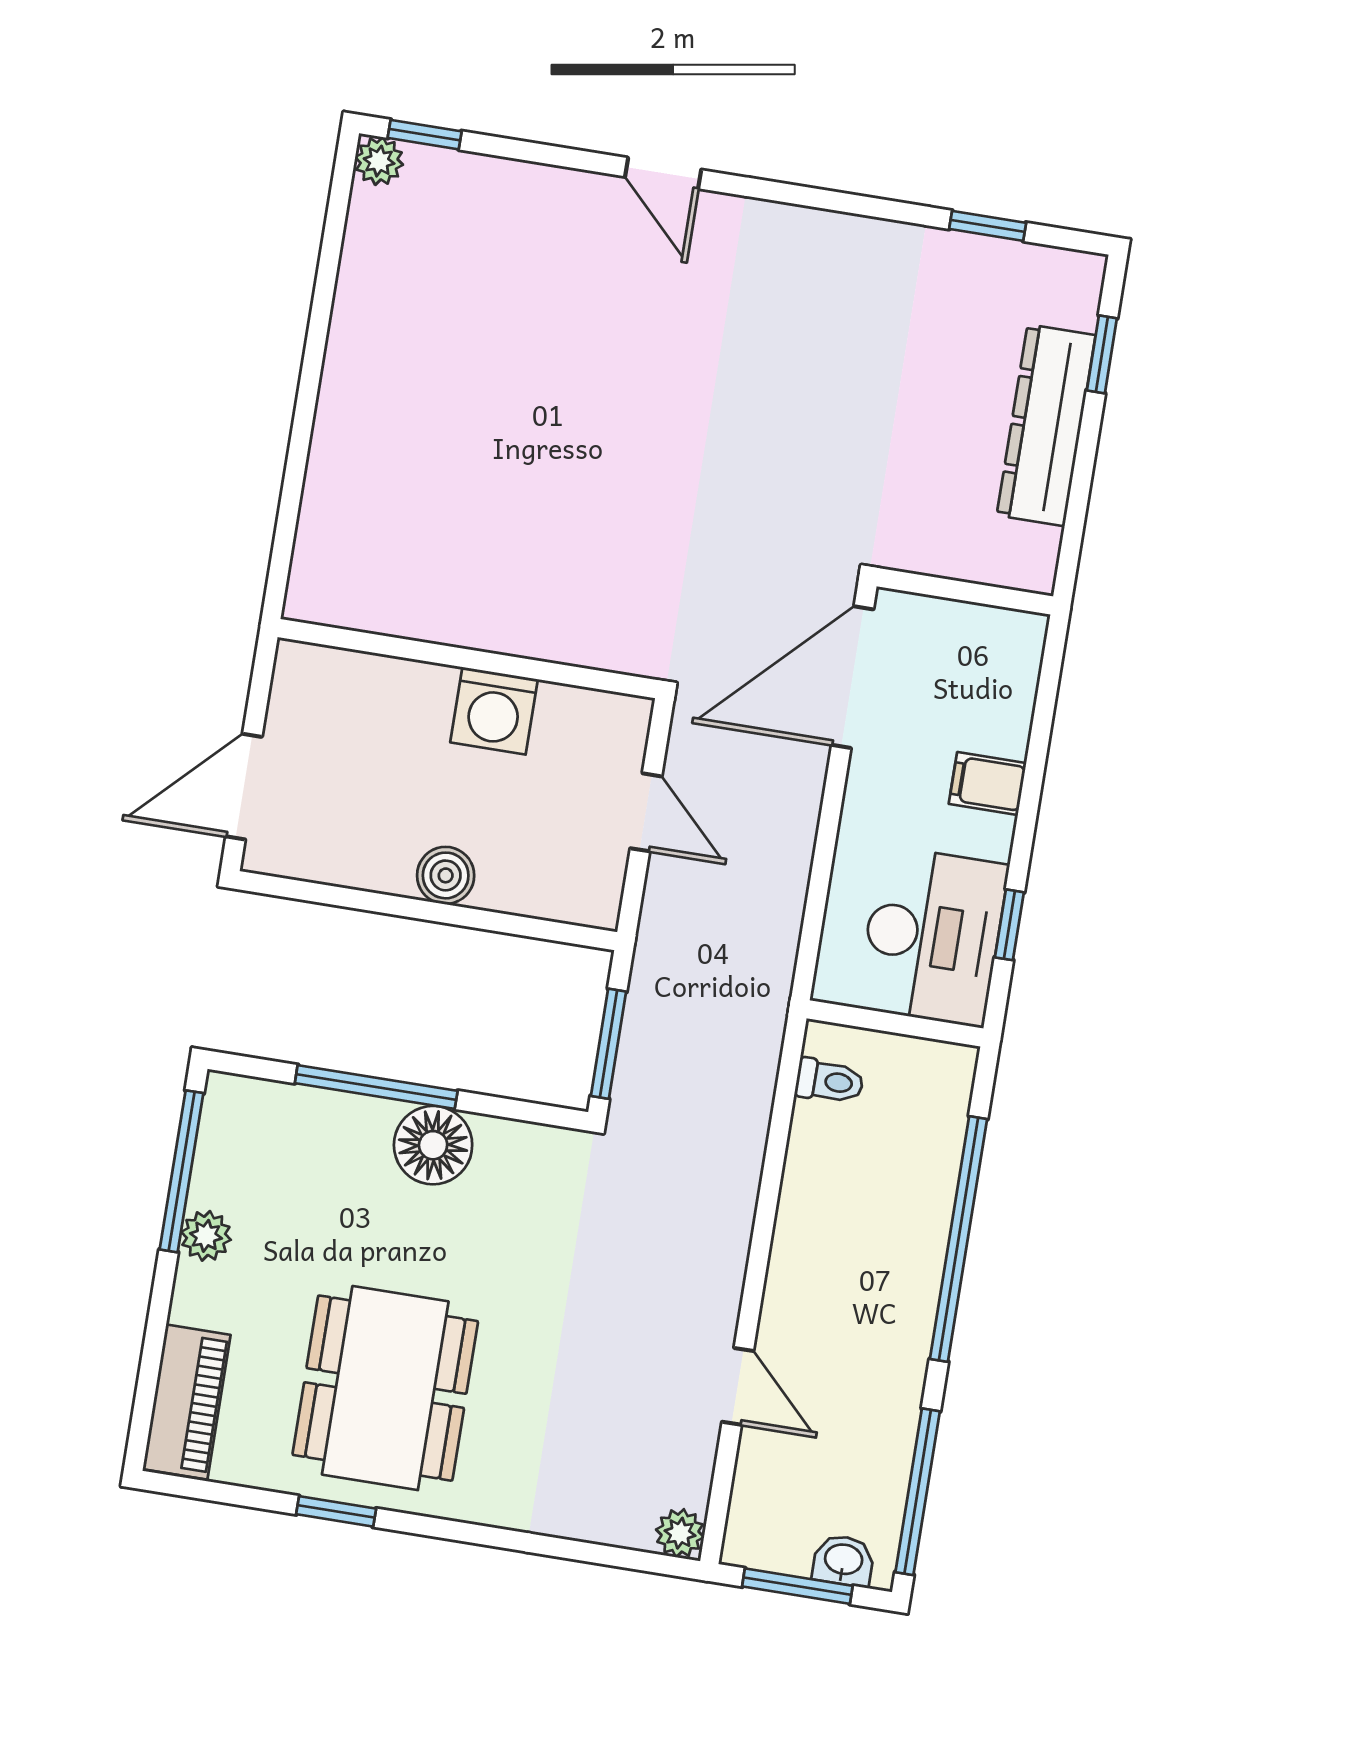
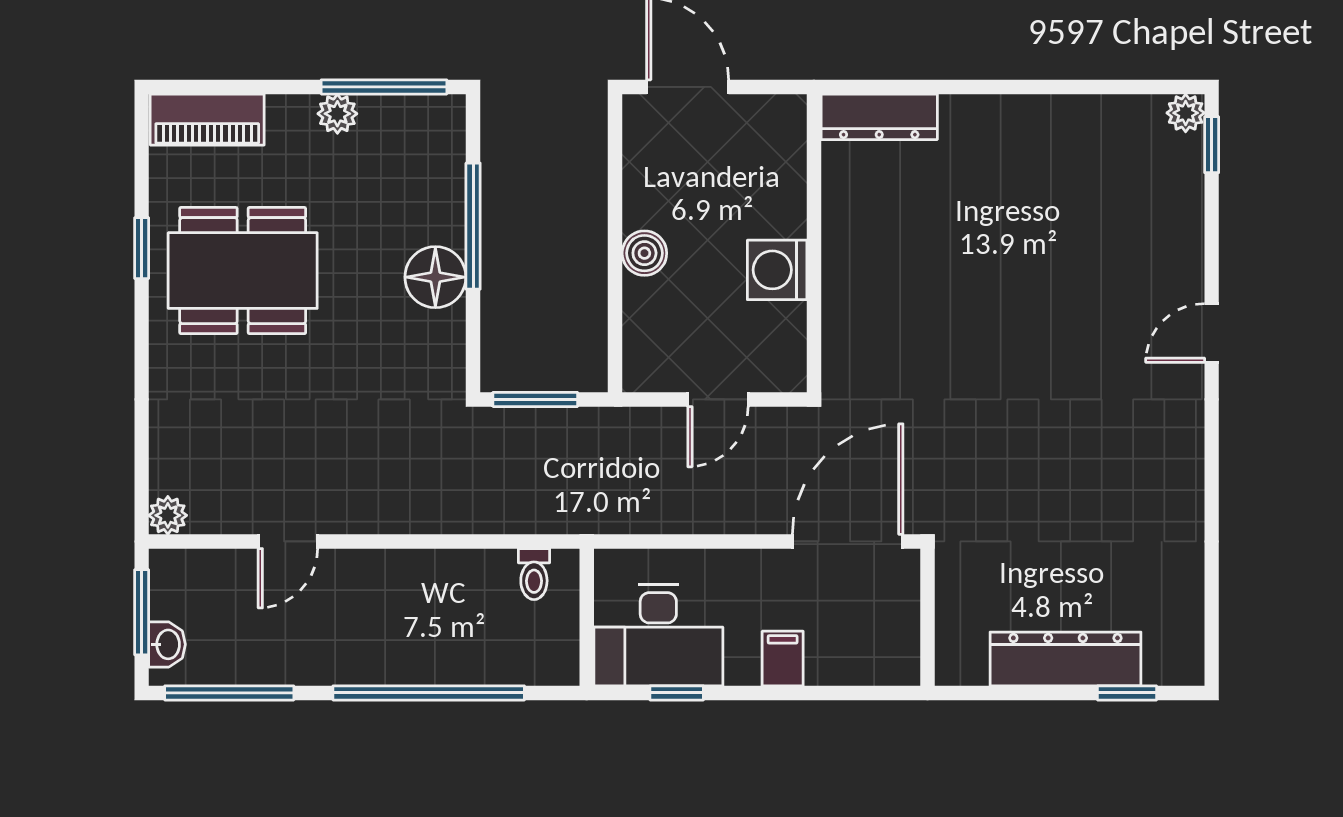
window: (988, 226) -> (1212, 589), removed
dresser: (321, 550) -> (879, 117), added
door: (853, 677) -> (848, 541), hinge flipped

